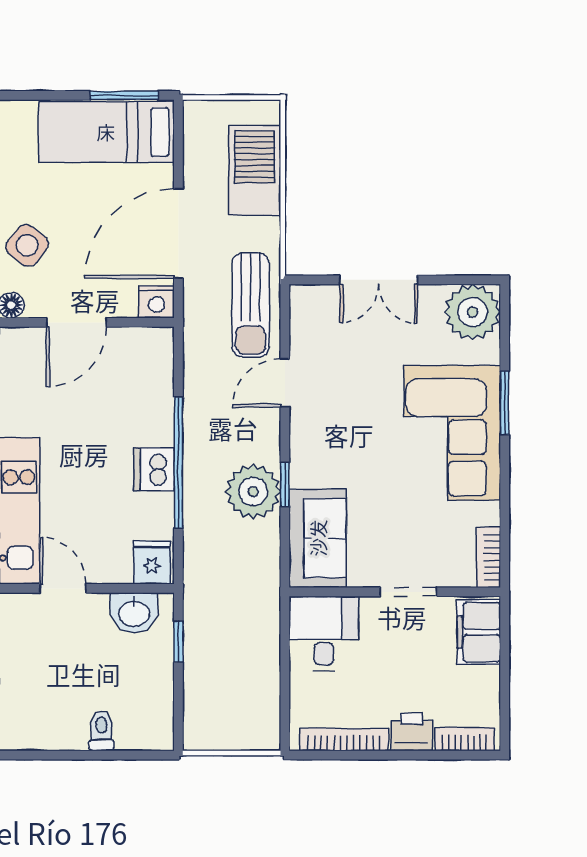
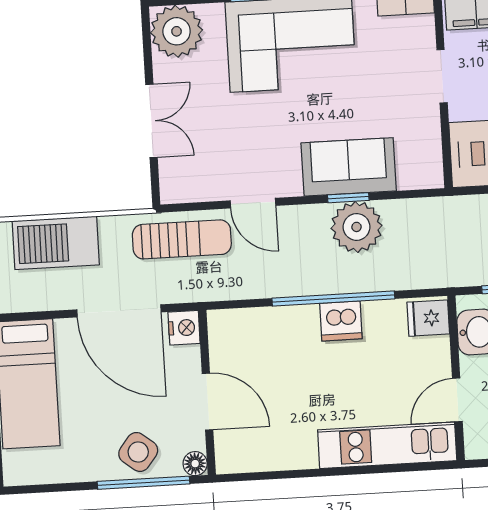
sofa: (318, 538) -> (349, 167), moved

